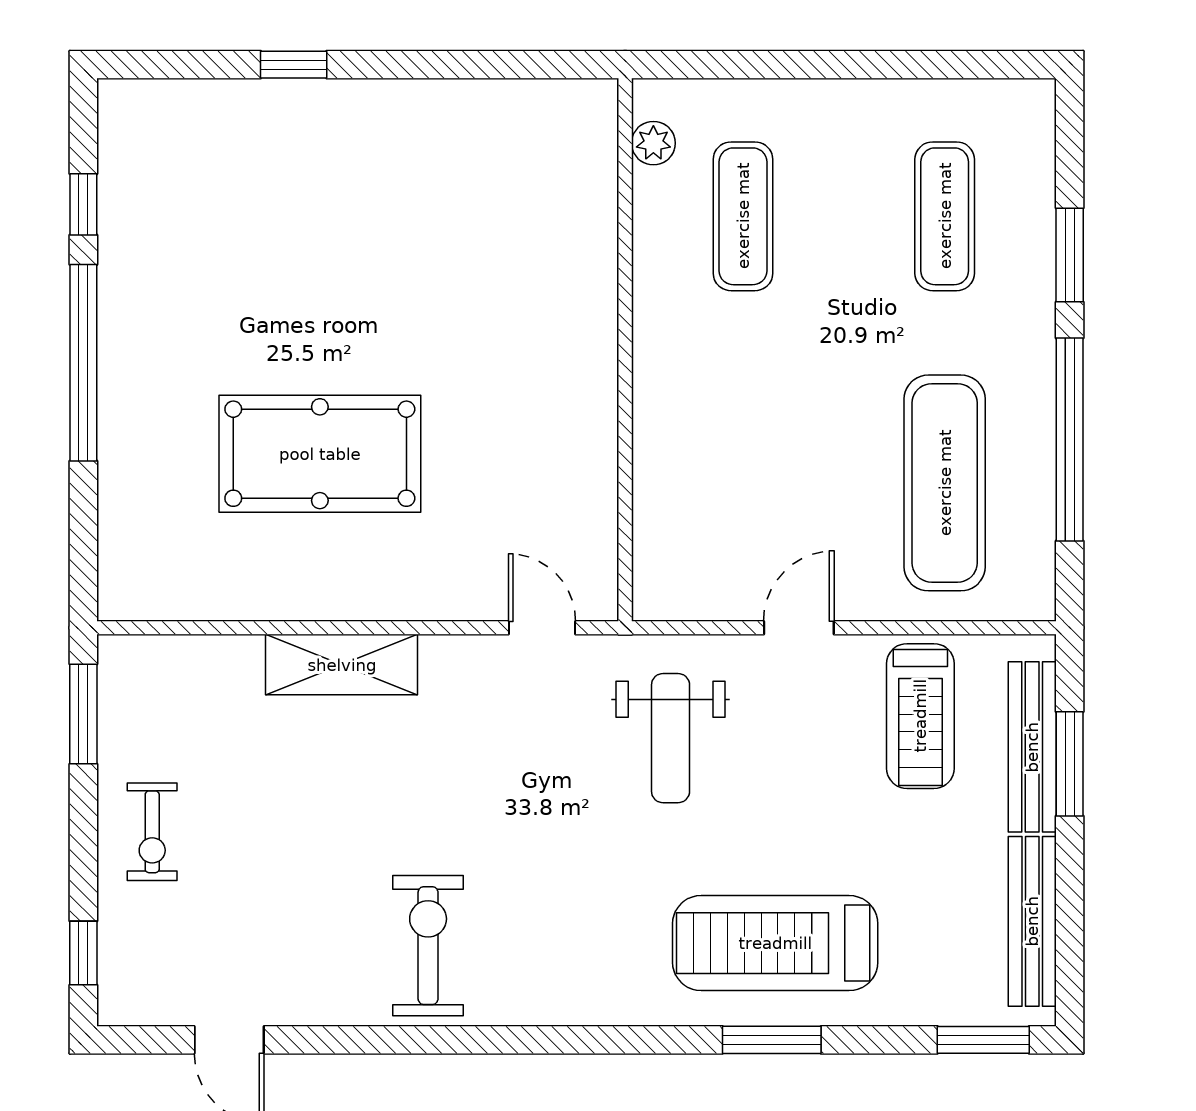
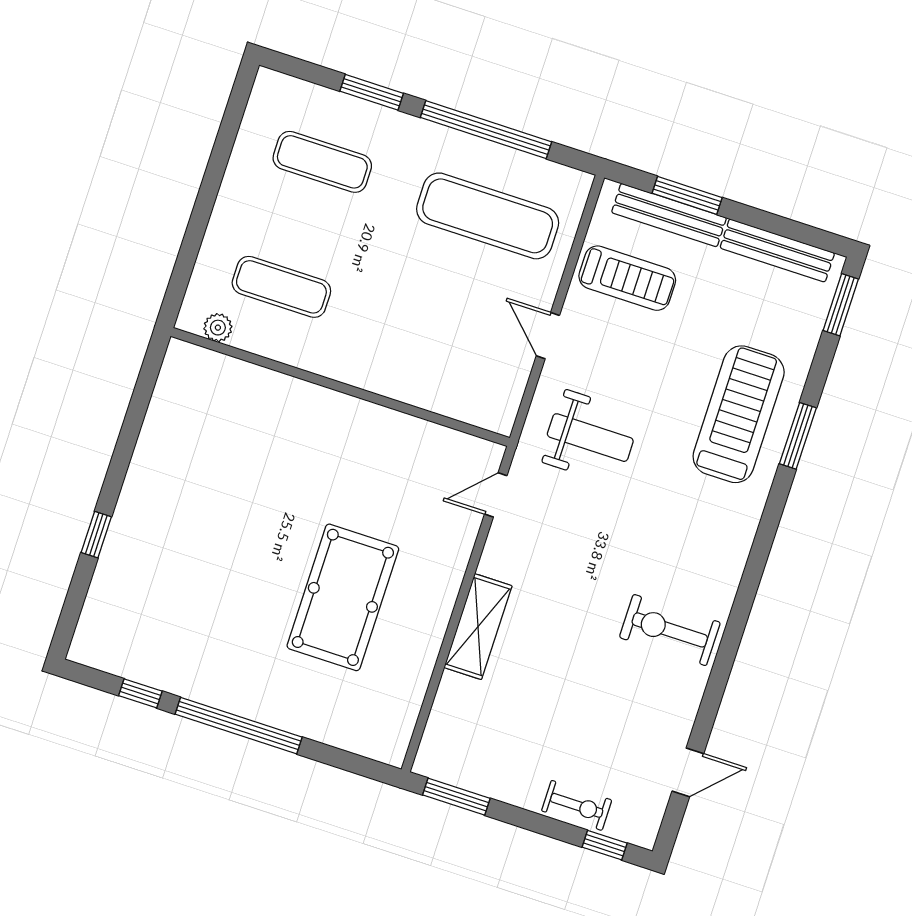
exercise bike: (152, 832) -> (577, 805), moved
treadmill: (775, 943) -> (739, 414), turned 180

